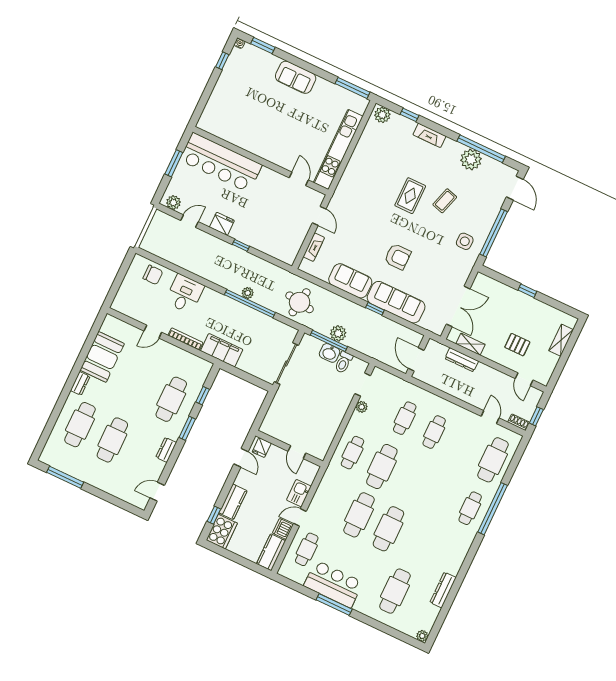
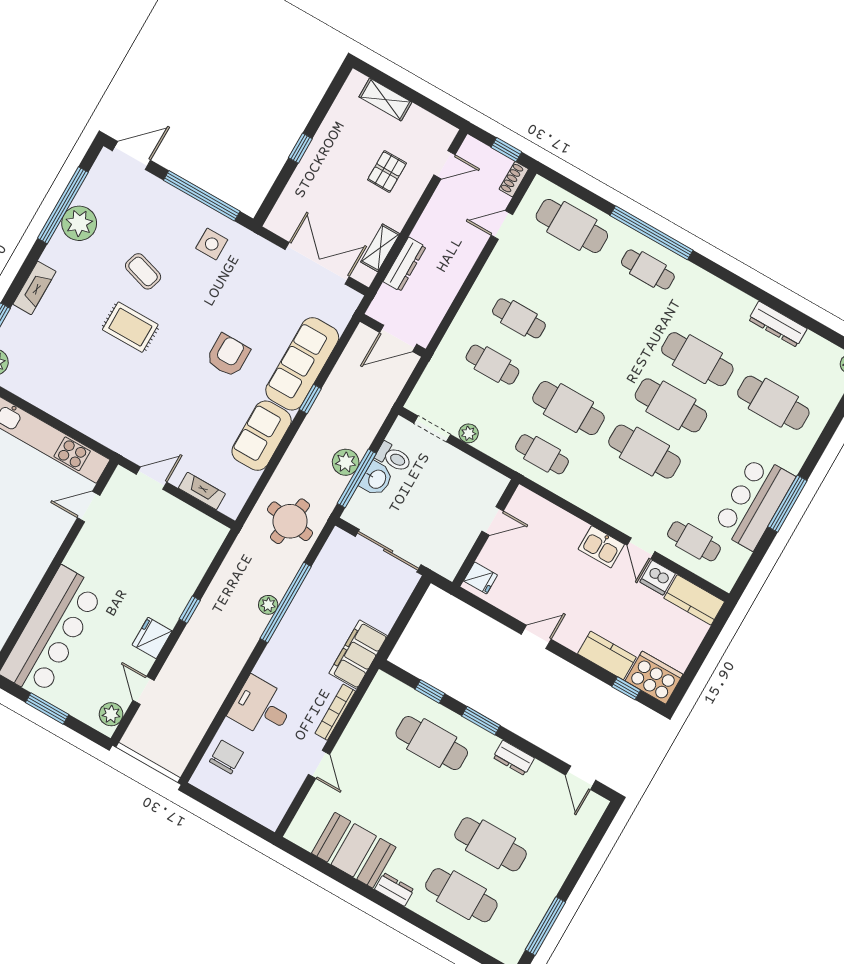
fridge: (262, 448) -> (481, 578), moved
wall: (289, 448) -> (486, 533), moved
door: (297, 452) -> (493, 521), moved
cafe table: (418, 543) -> (697, 359), added

